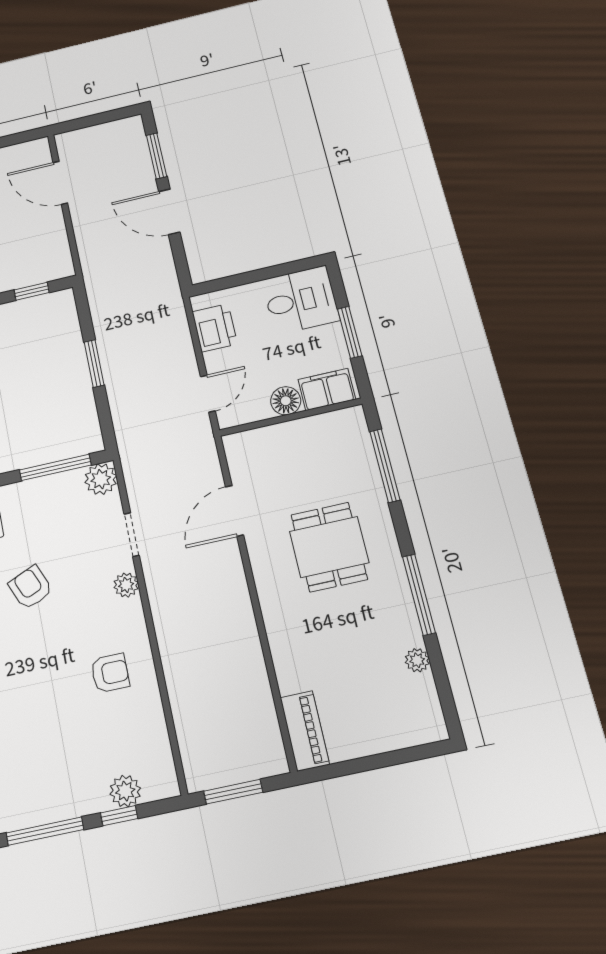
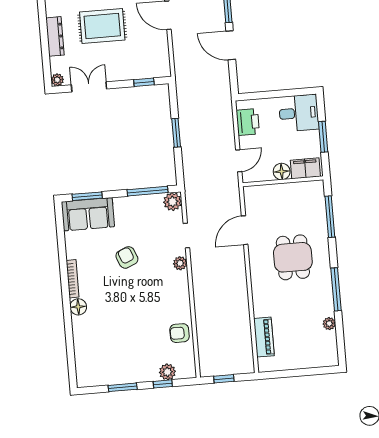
armchair: (110, 673) -> (180, 333), moved, turned 180
piano: (305, 731) -> (264, 337), moved
window: (233, 792) -> (224, 379), width x0.67
window: (45, 831) -> (123, 387), width x0.69

